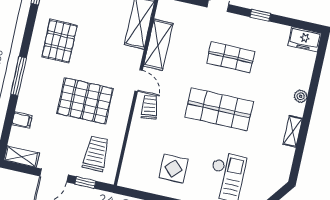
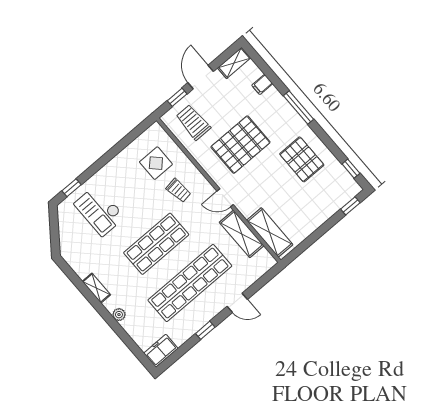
shop shelf: (231, 57) -> (190, 283), width x2.00, depth x1.36
trolley: (149, 107) -> (179, 190), moved
trolley: (96, 154) -> (193, 122), turned 180
display table: (174, 169) -> (156, 163), moved

